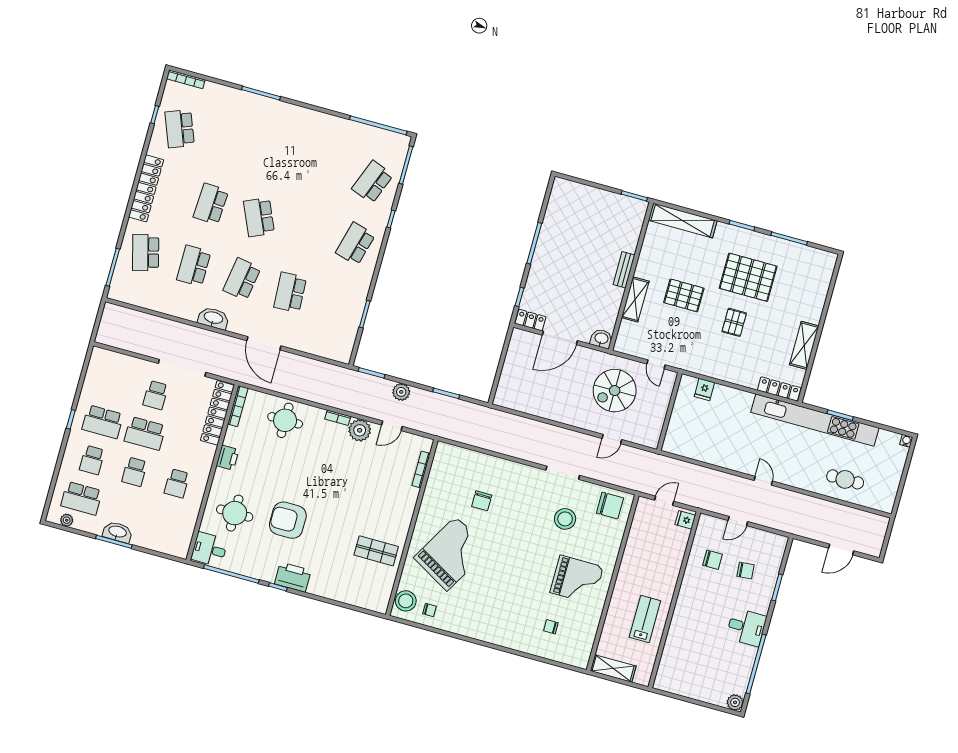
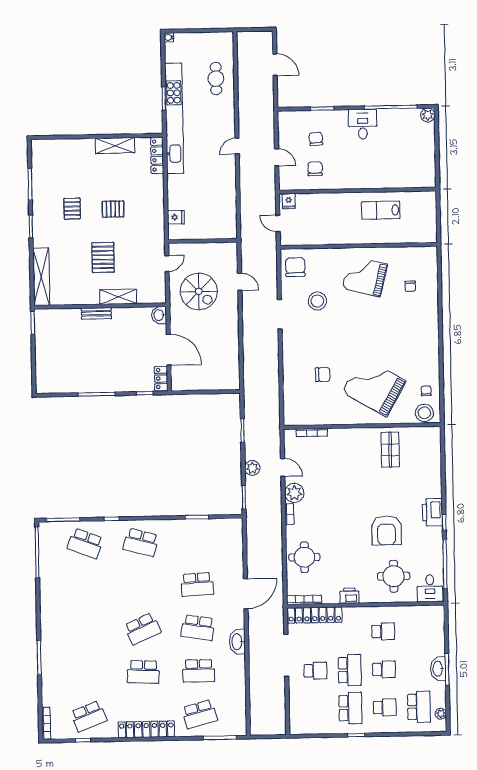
pallet: (748, 277) -> (72, 209), width x0.49, depth x0.50
grand piano: (577, 580) -> (365, 276), turned -76
shelving: (613, 668) -> (429, 224), removed

